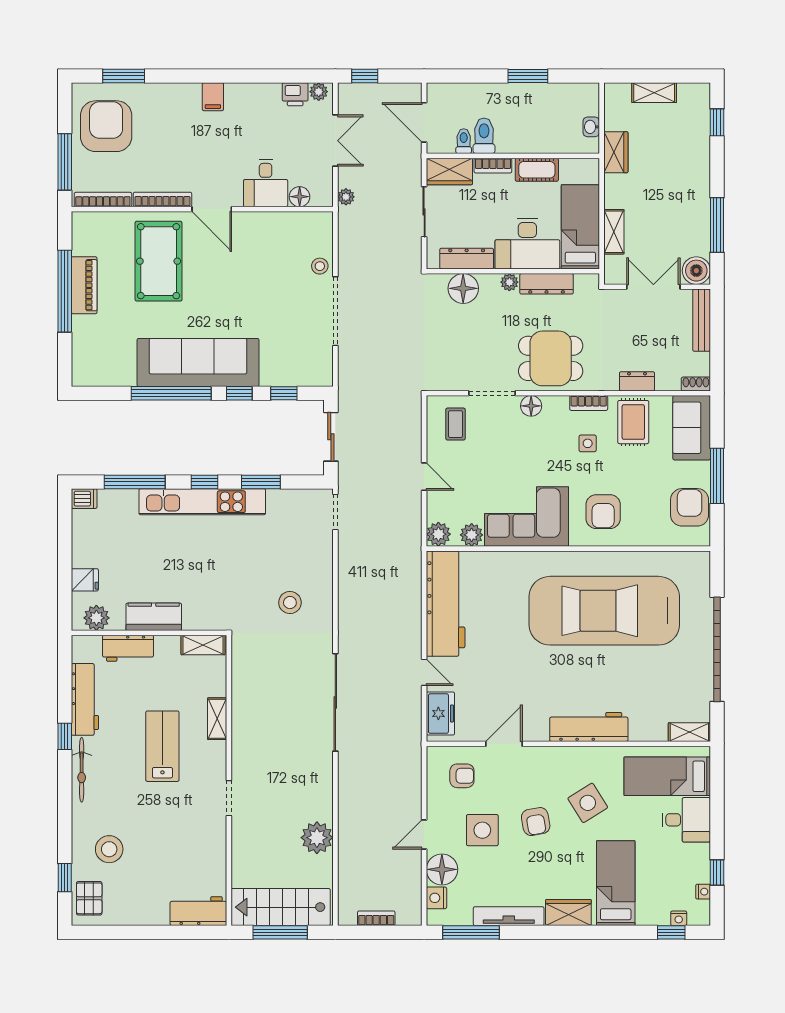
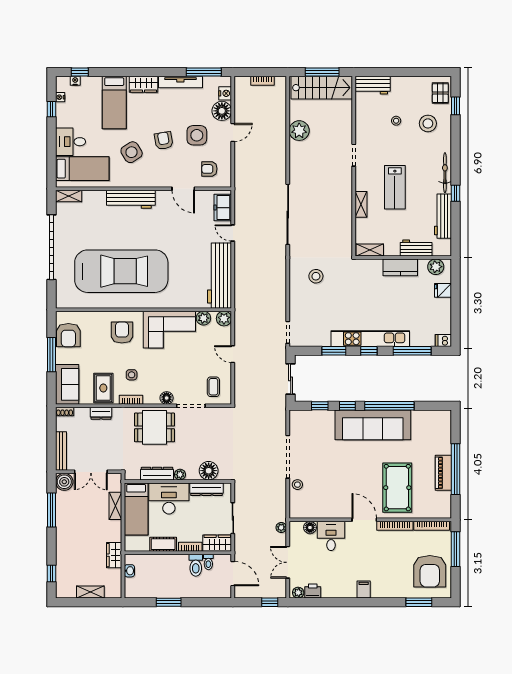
door: (504, 744) -> (183, 189), hinge flipped
stool: (160, 854) -> (396, 121), added

